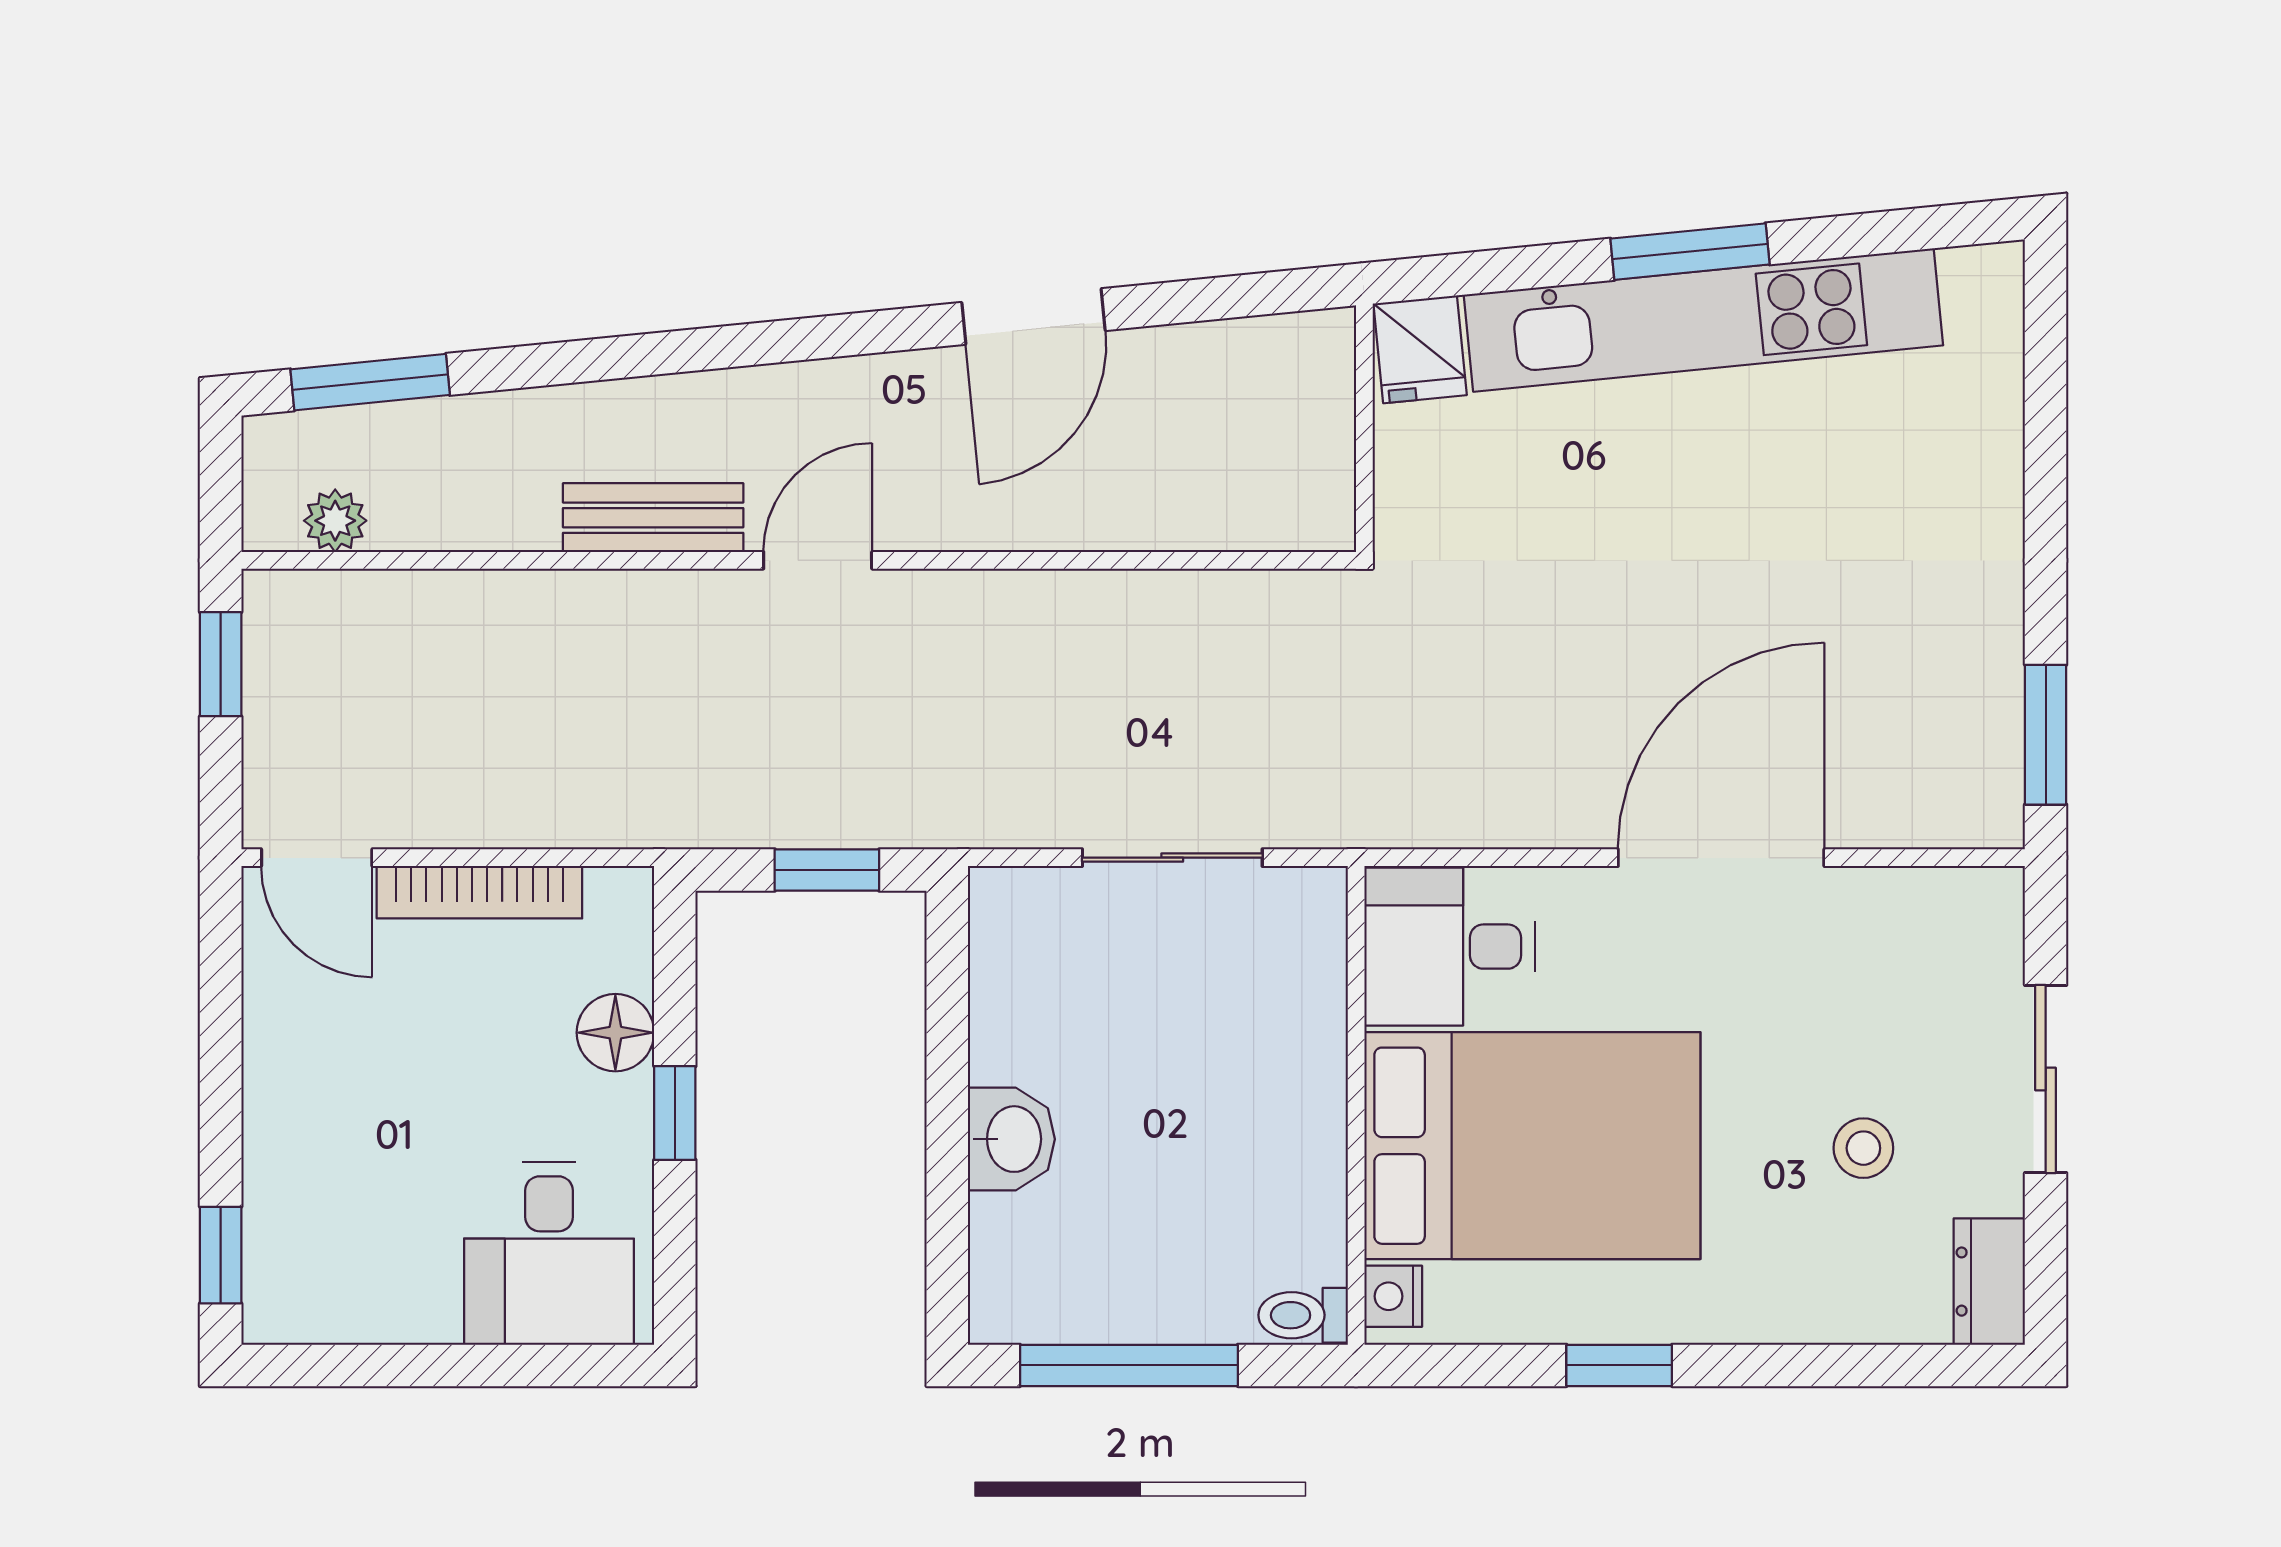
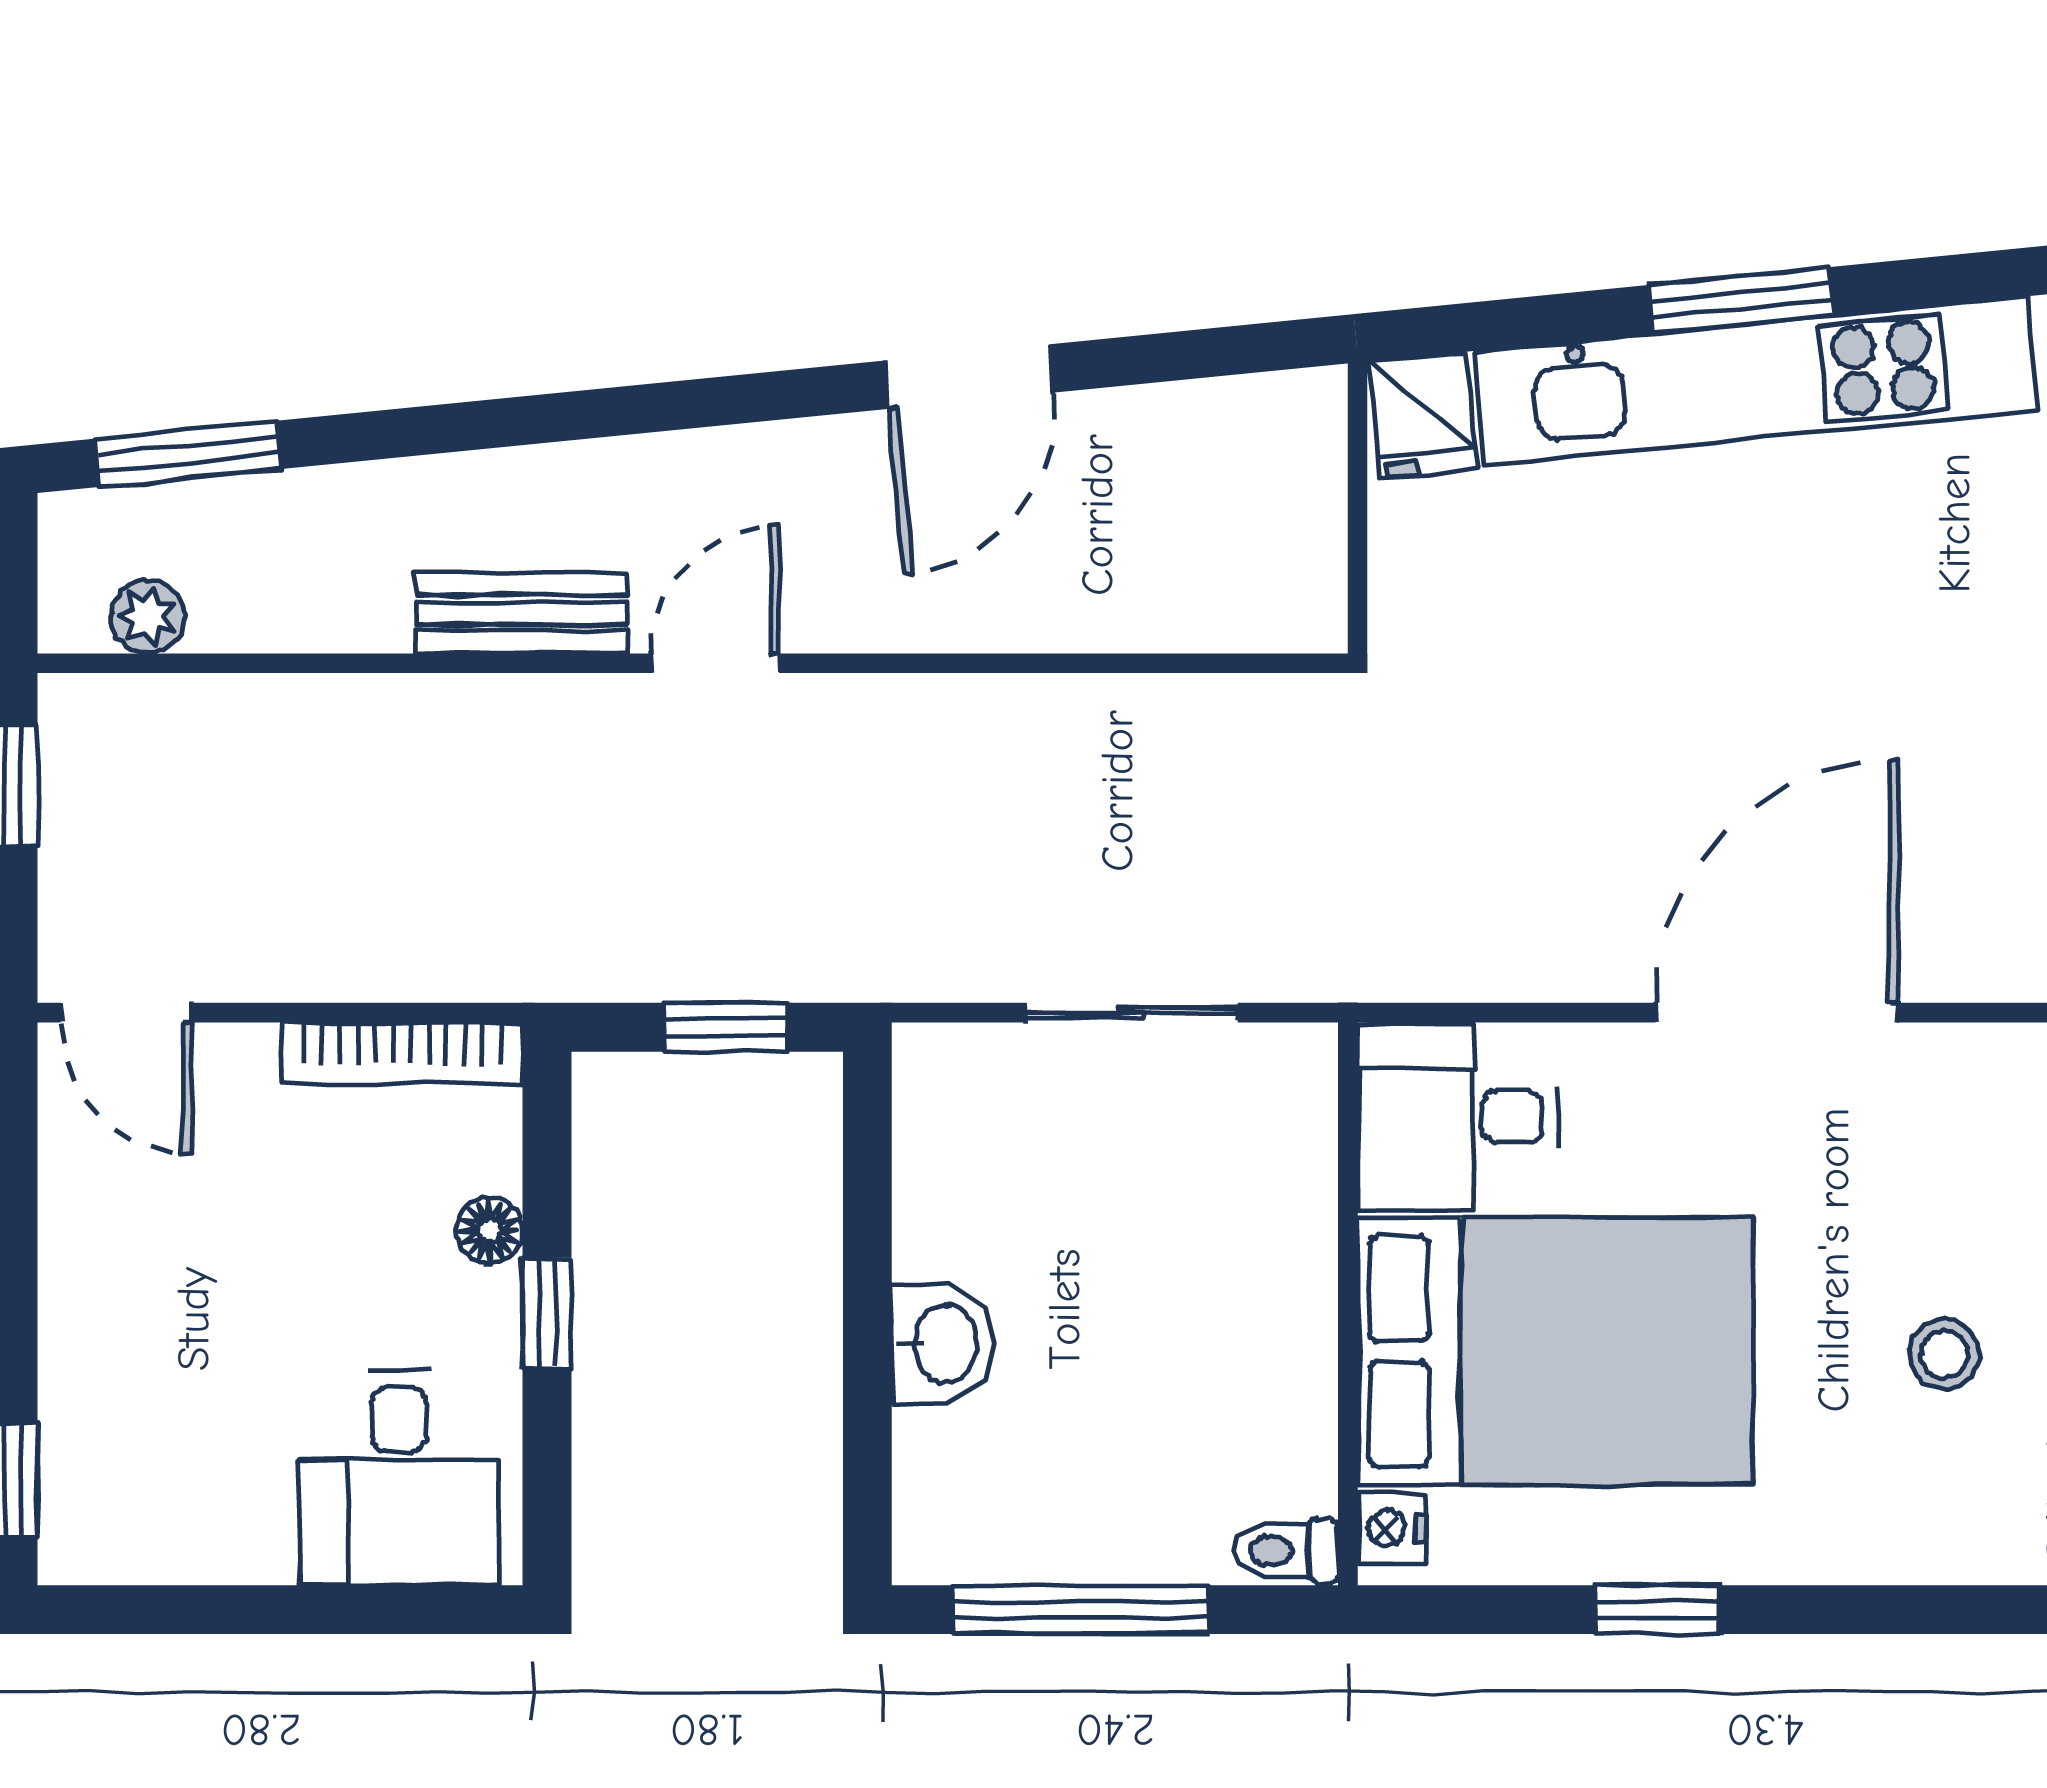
bookcase: (479, 892) -> (402, 1053), moved
floor lamp: (615, 1033) -> (490, 1231), width x0.73, depth x0.73

